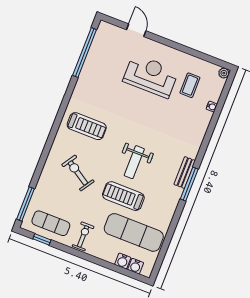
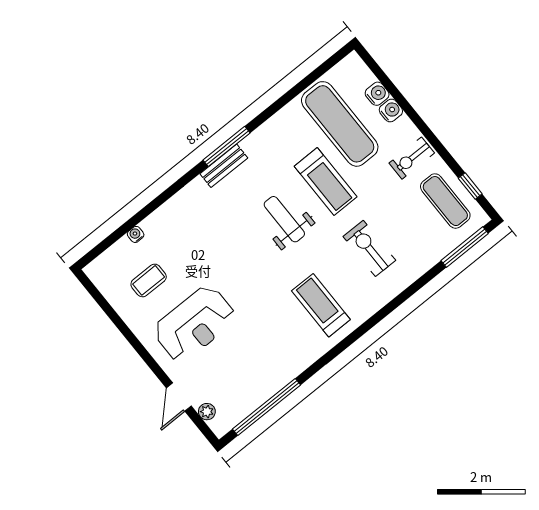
plant: (224, 73) -> (207, 412), moved
reception desk: (151, 76) -> (194, 324), turned -90
weight bench: (134, 162) -> (284, 219), turned -90
exercise bike: (78, 173) -> (369, 248), turned 147
water cooler: (136, 266) -> (391, 111), moved

